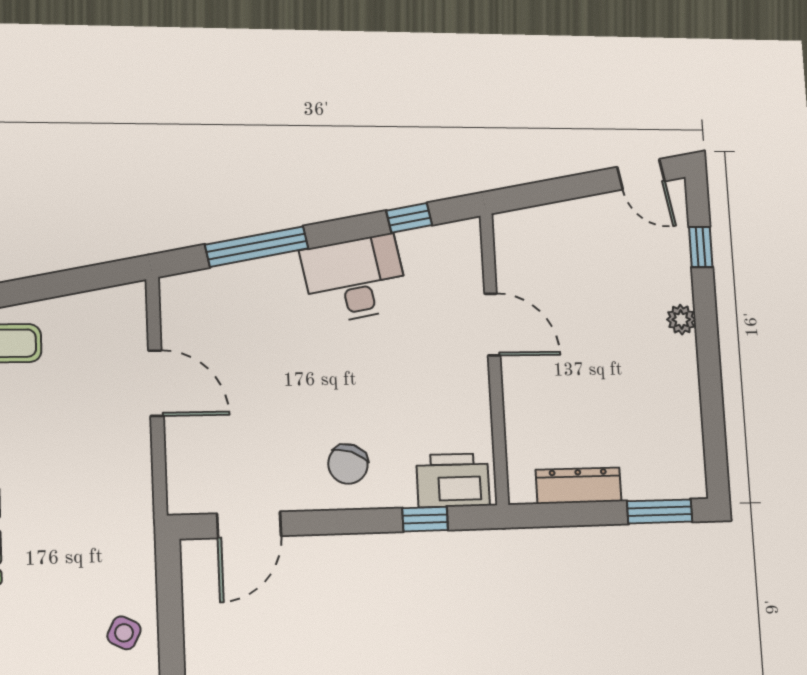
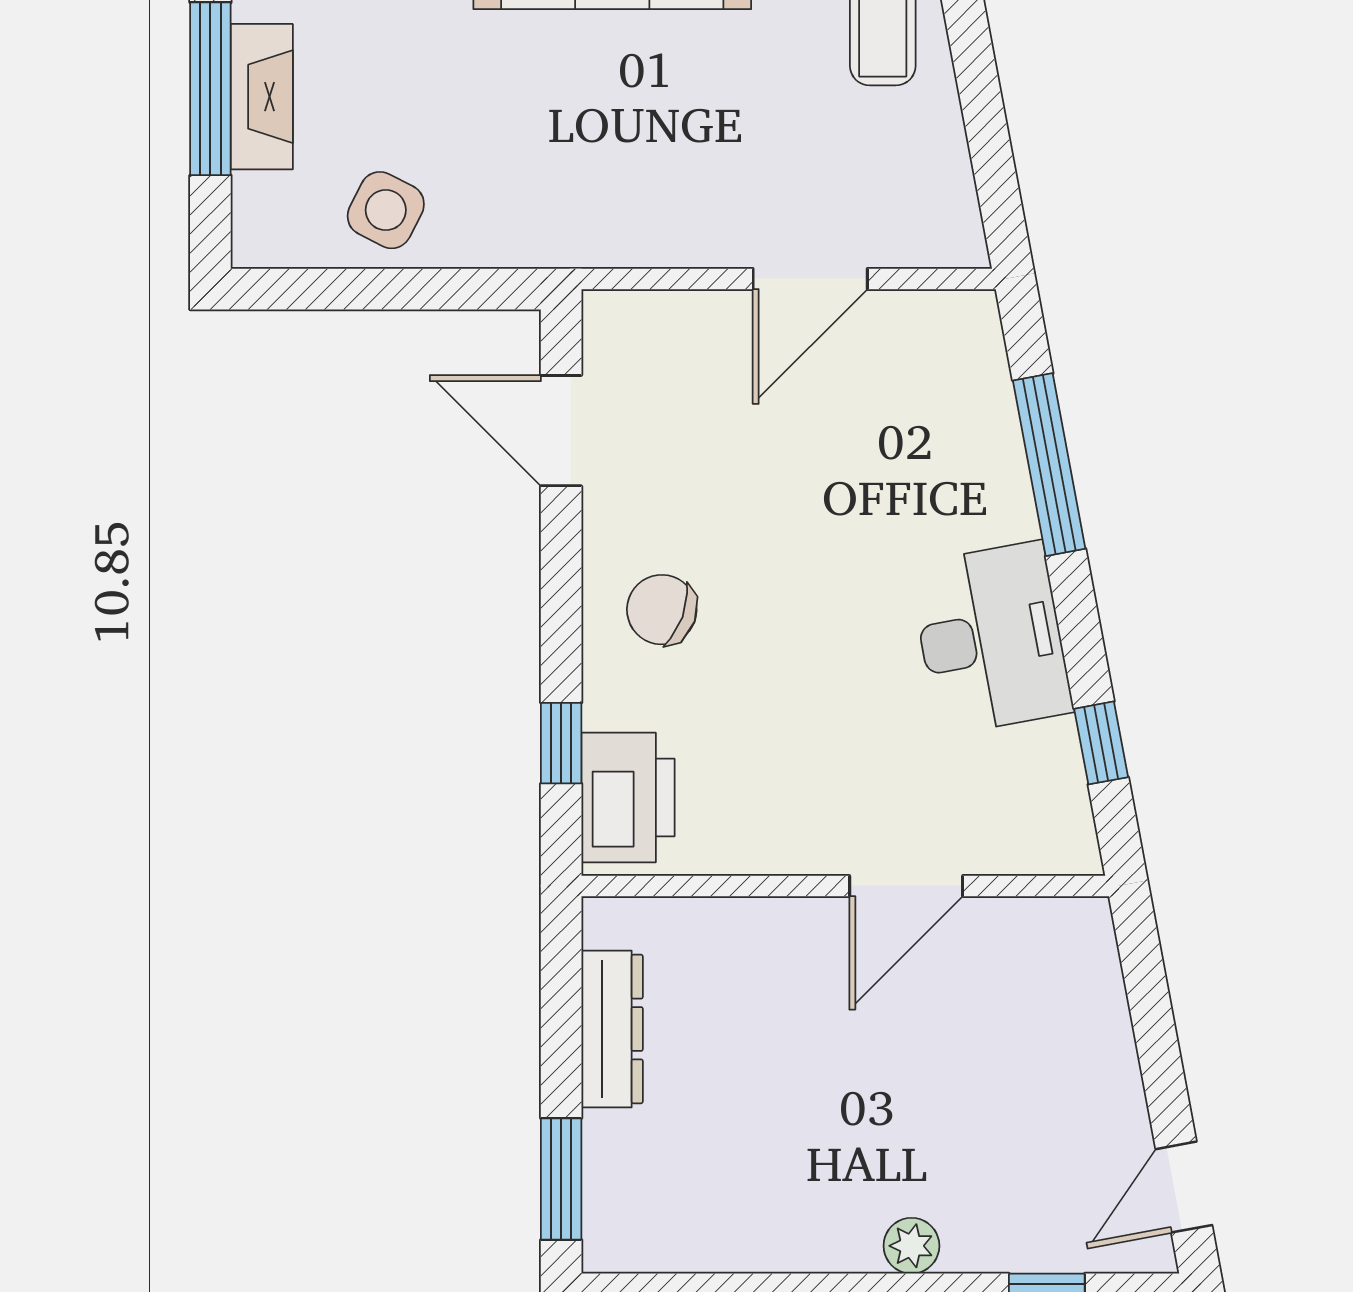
side table: (124, 633) -> (386, 210), width x1.37, depth x1.37

